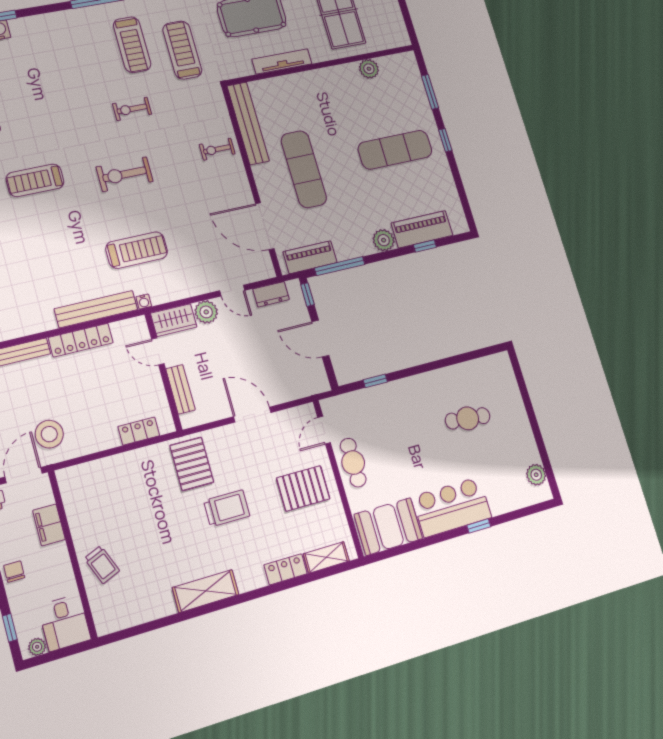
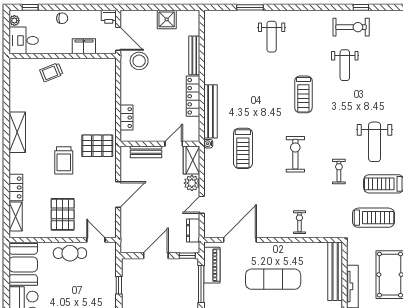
weight bench: (77, 68) -> (375, 142), added
bench: (248, 123) -> (335, 271), moved, turned 90
treadmill: (35, 180) -> (303, 94), turned 180

